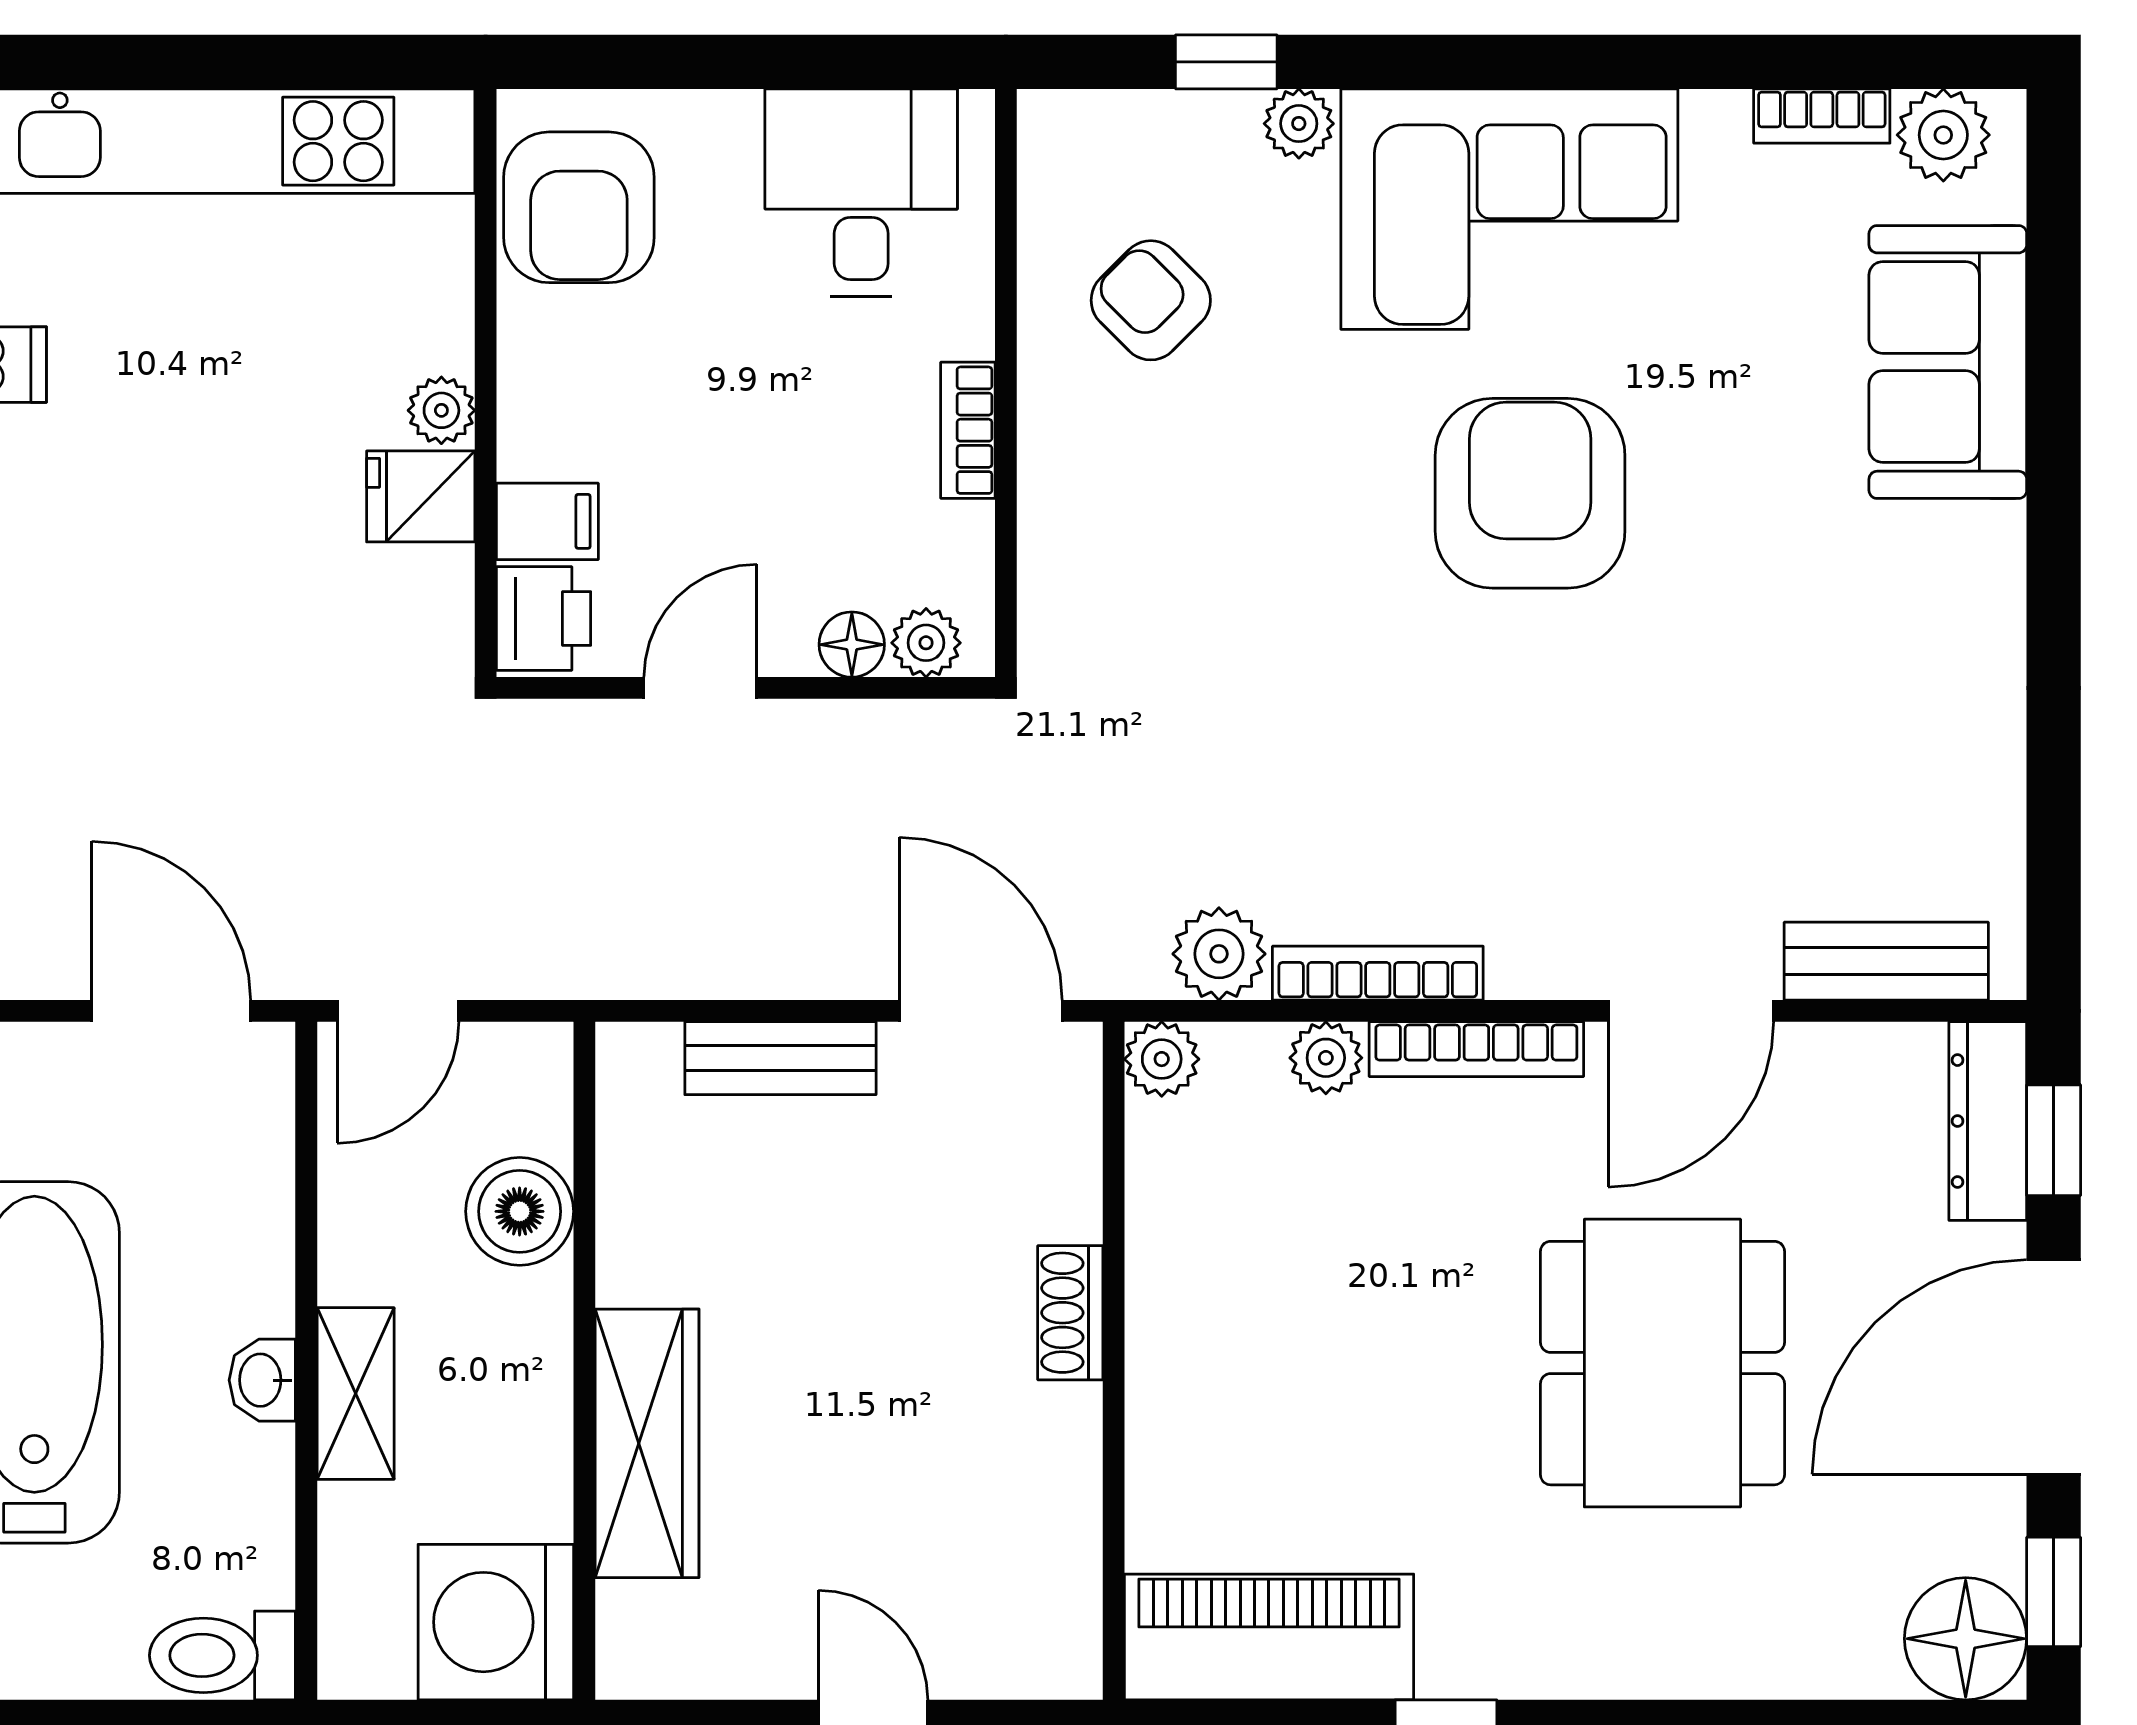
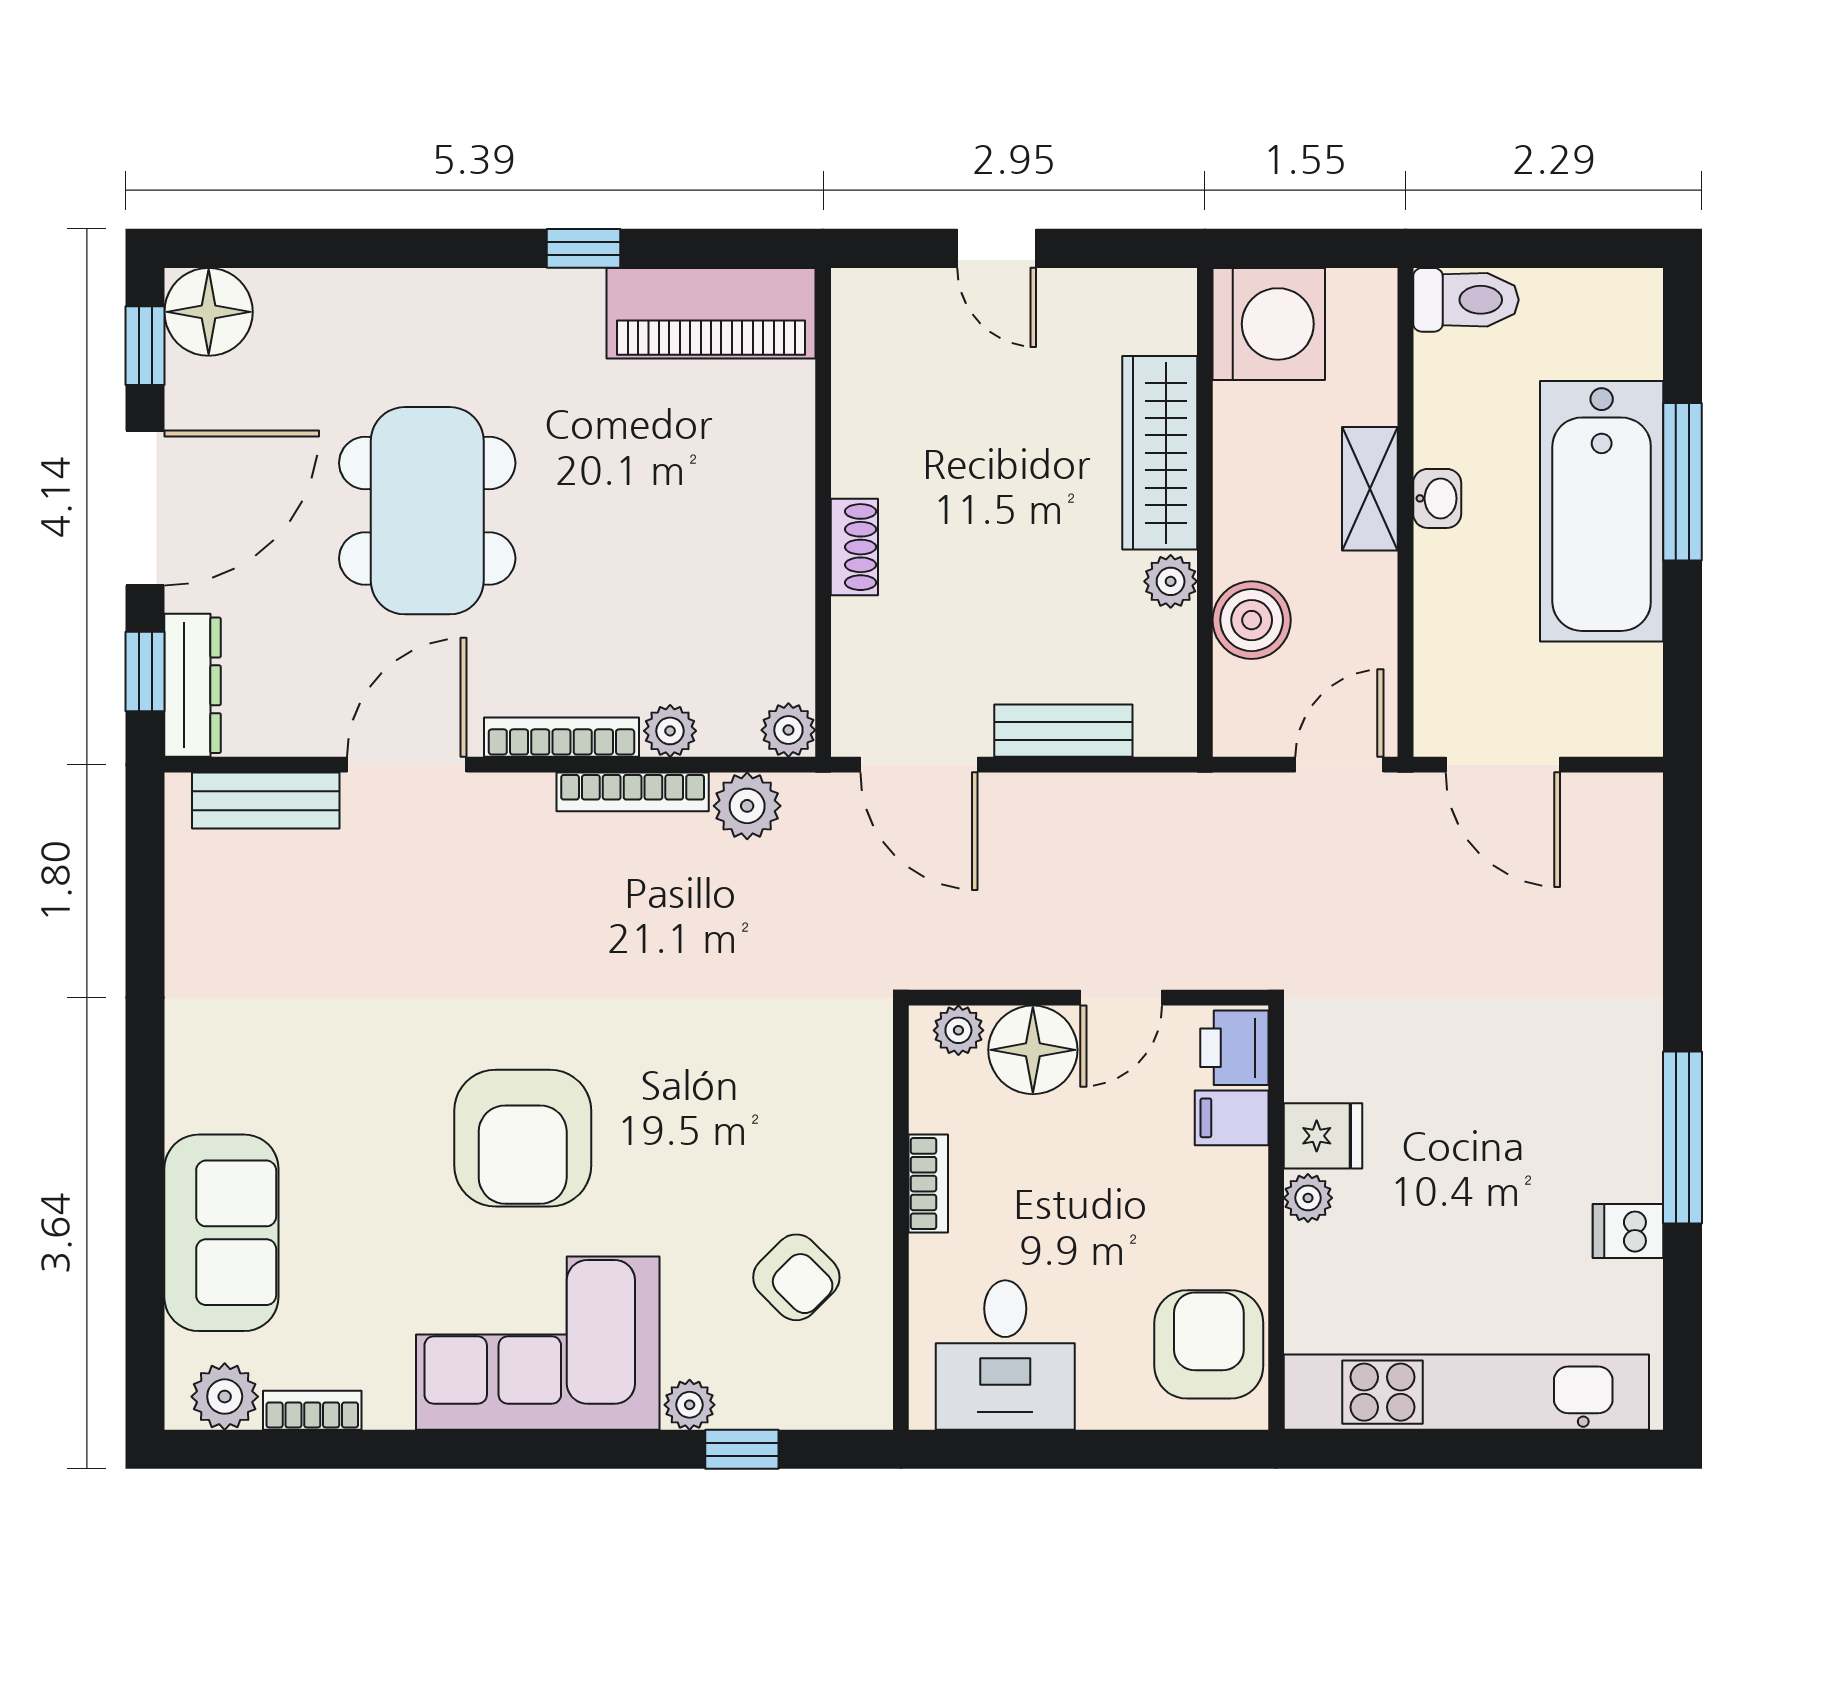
floor lamp: (852, 645) -> (1033, 1050), width x1.89, depth x1.89
plant: (632, 1265) -> (1171, 581), added

